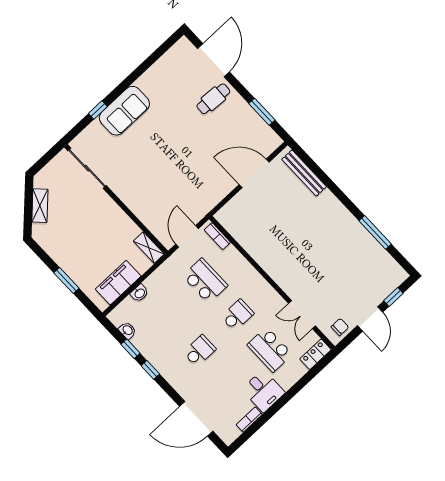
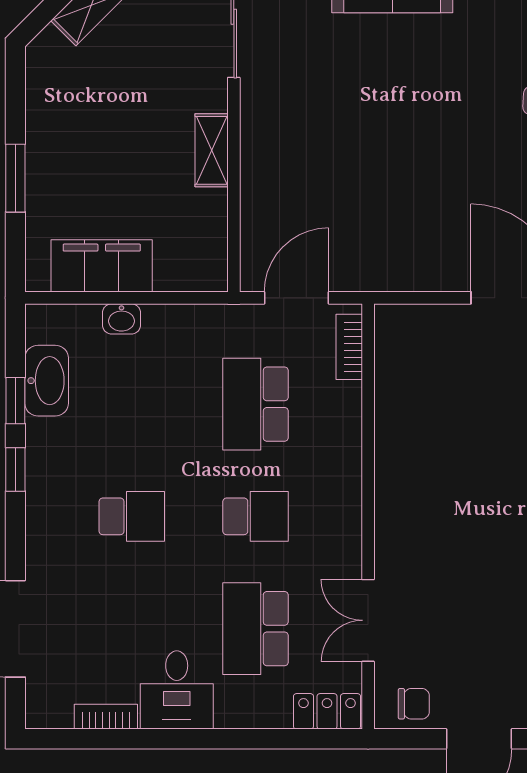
shelving: (149, 248) -> (212, 150), moved
school desk: (205, 281) -> (256, 404), turned 180
washbasin: (127, 330) -> (47, 381), width x1.91, depth x1.45

